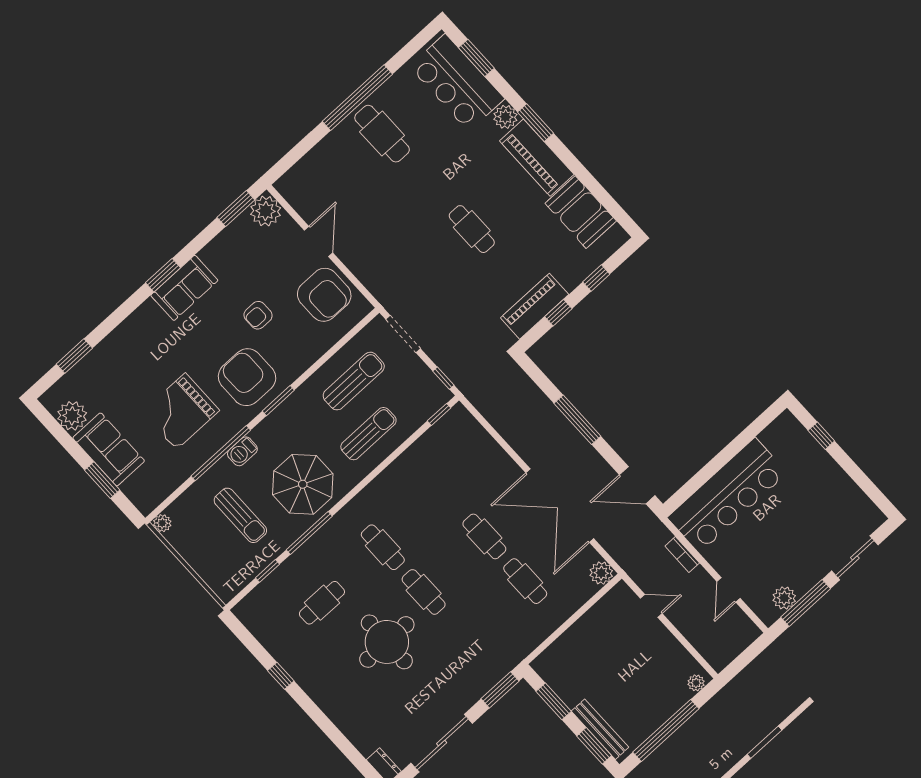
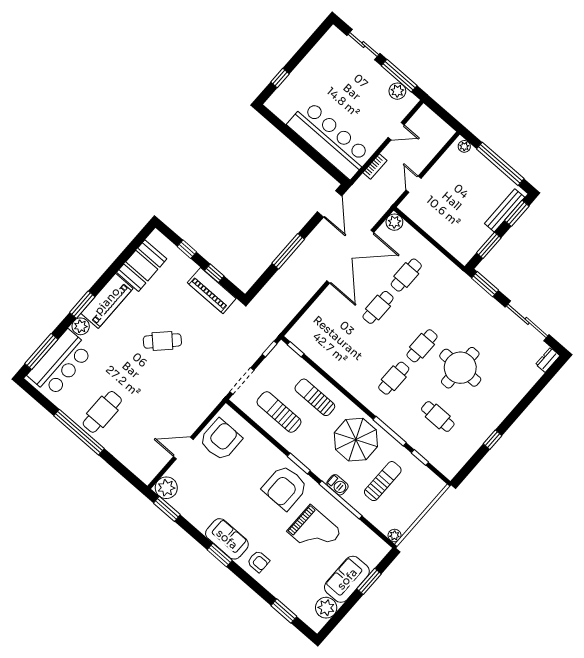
window: (476, 58) -> (41, 351), width x1.44
cafe table: (472, 229) -> (162, 341), turned 45
armchair: (258, 315) -> (258, 562), moved

